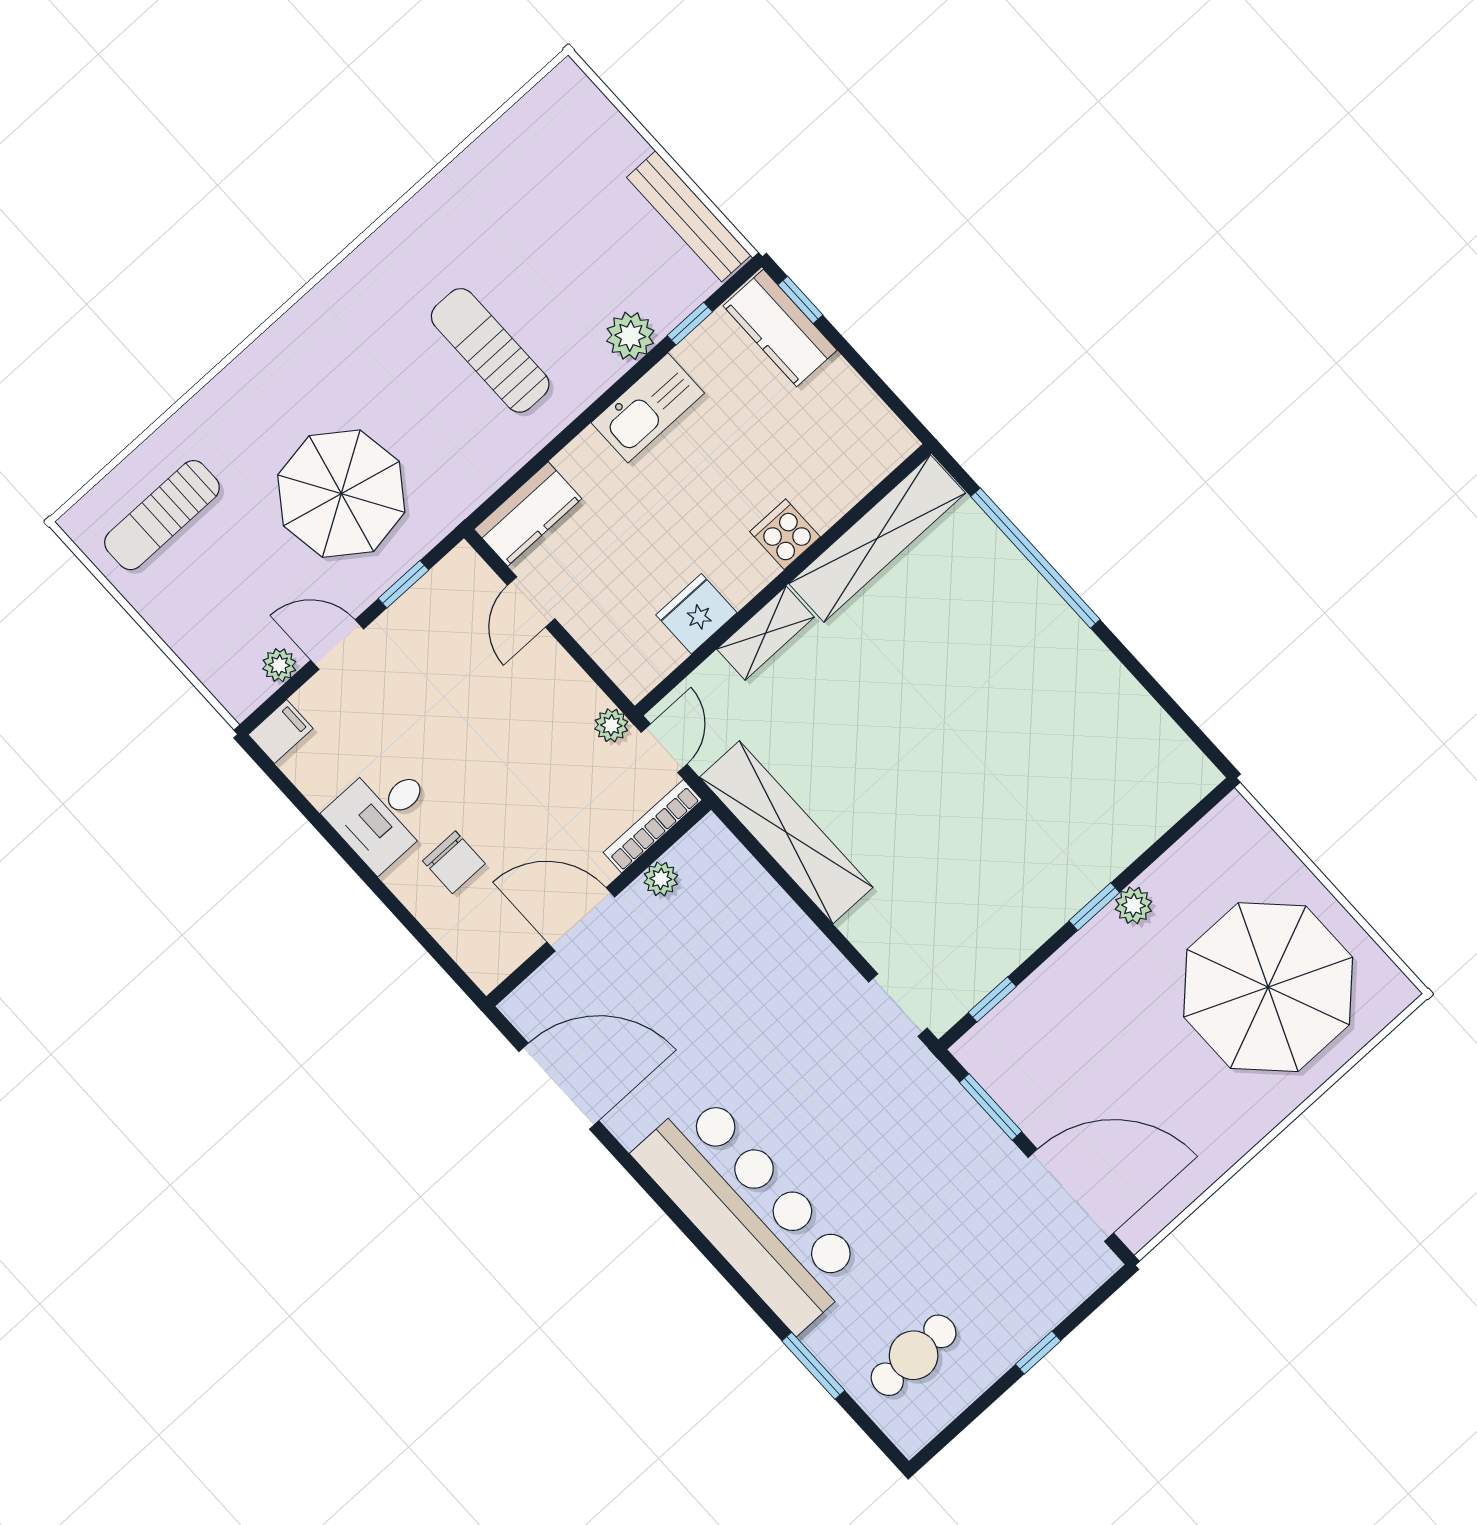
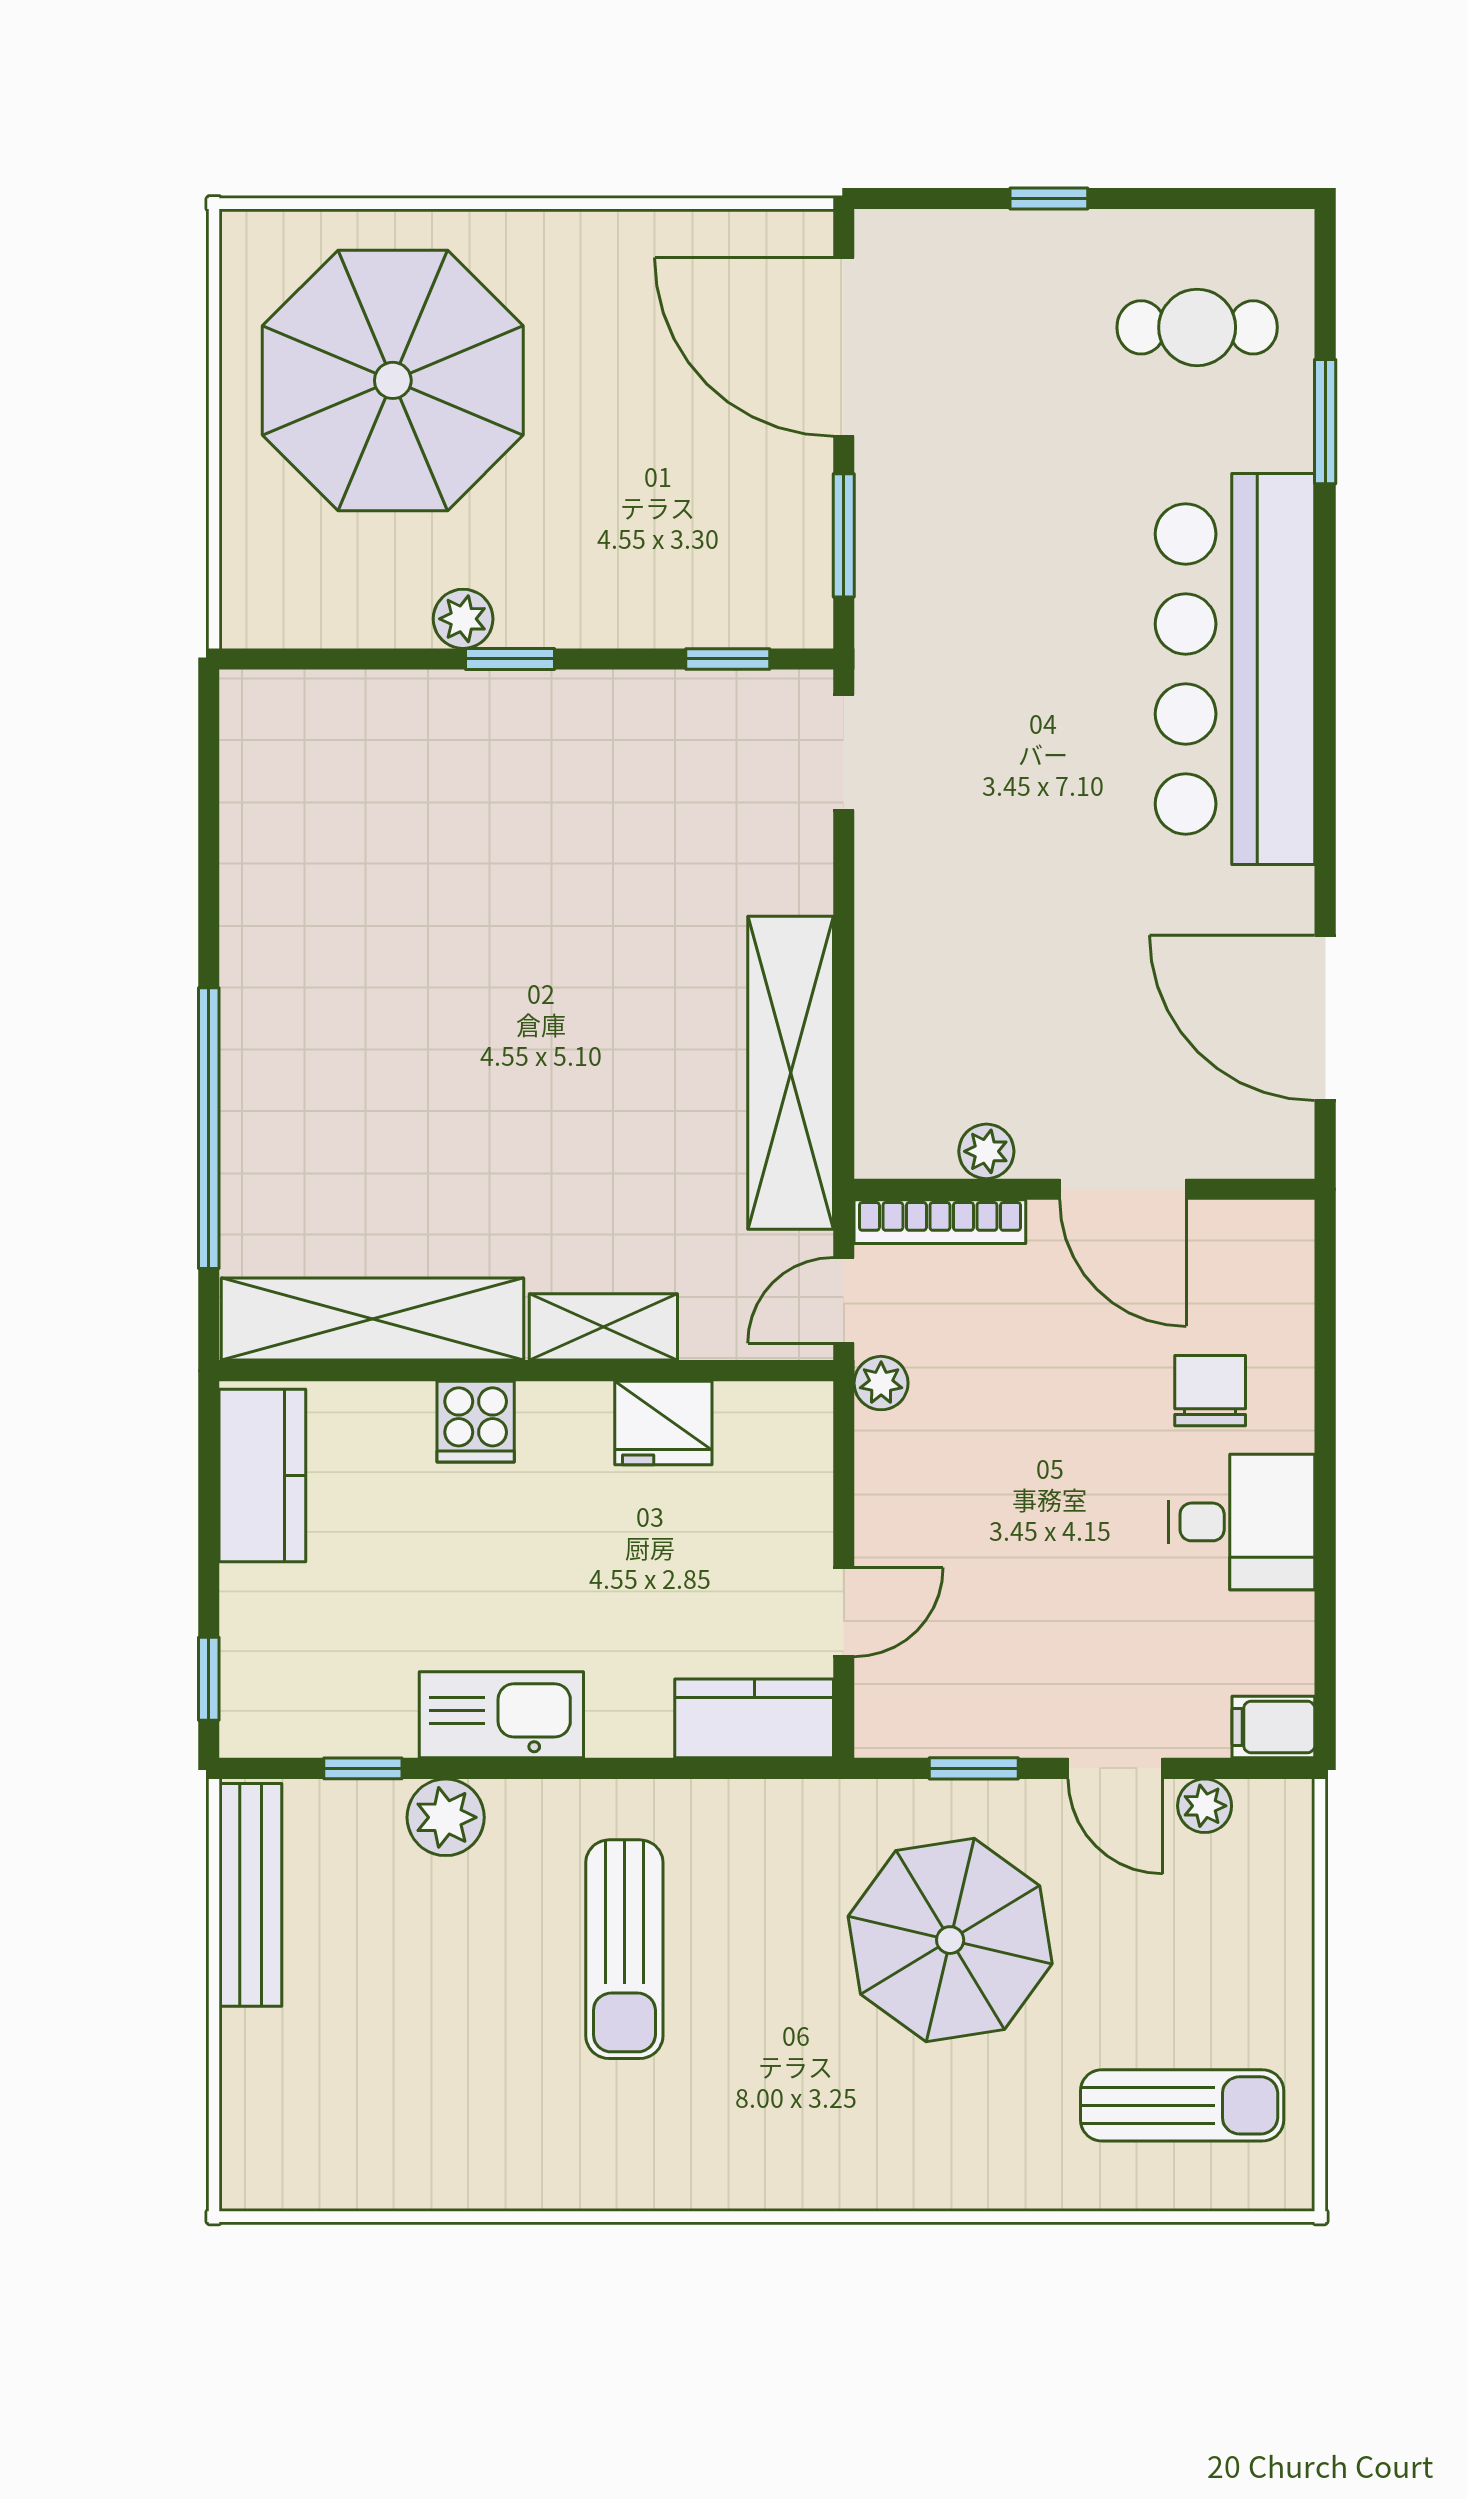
kitchen counter: (780, 328) -> (262, 1476), moved

